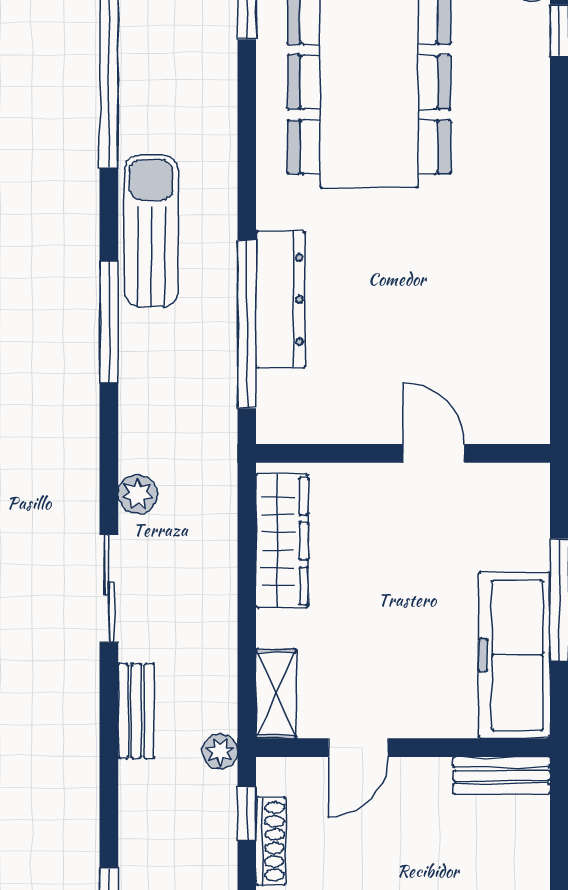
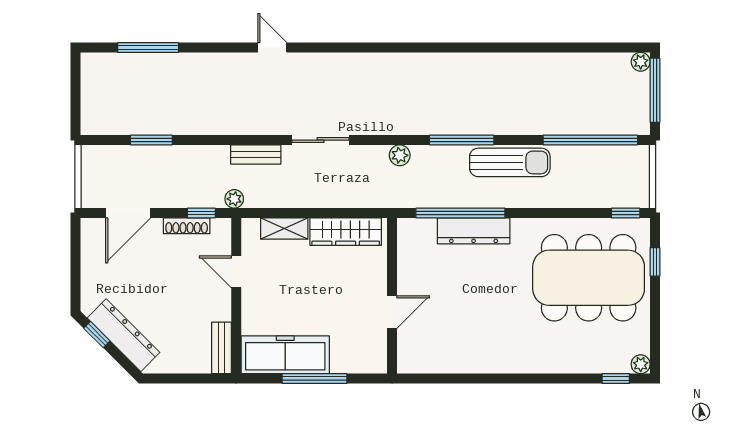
plant: (138, 494) -> (400, 155), moved
shelving: (276, 694) -> (284, 229), moved

